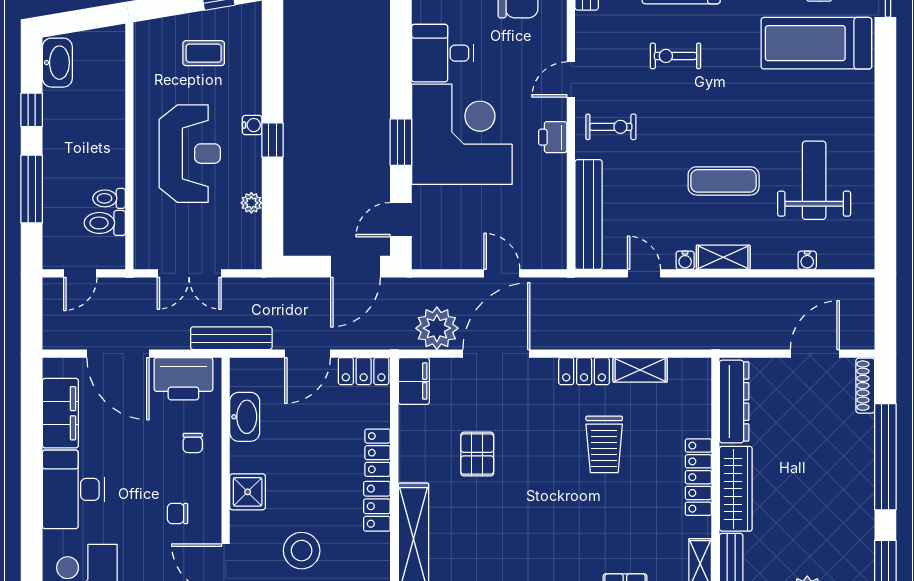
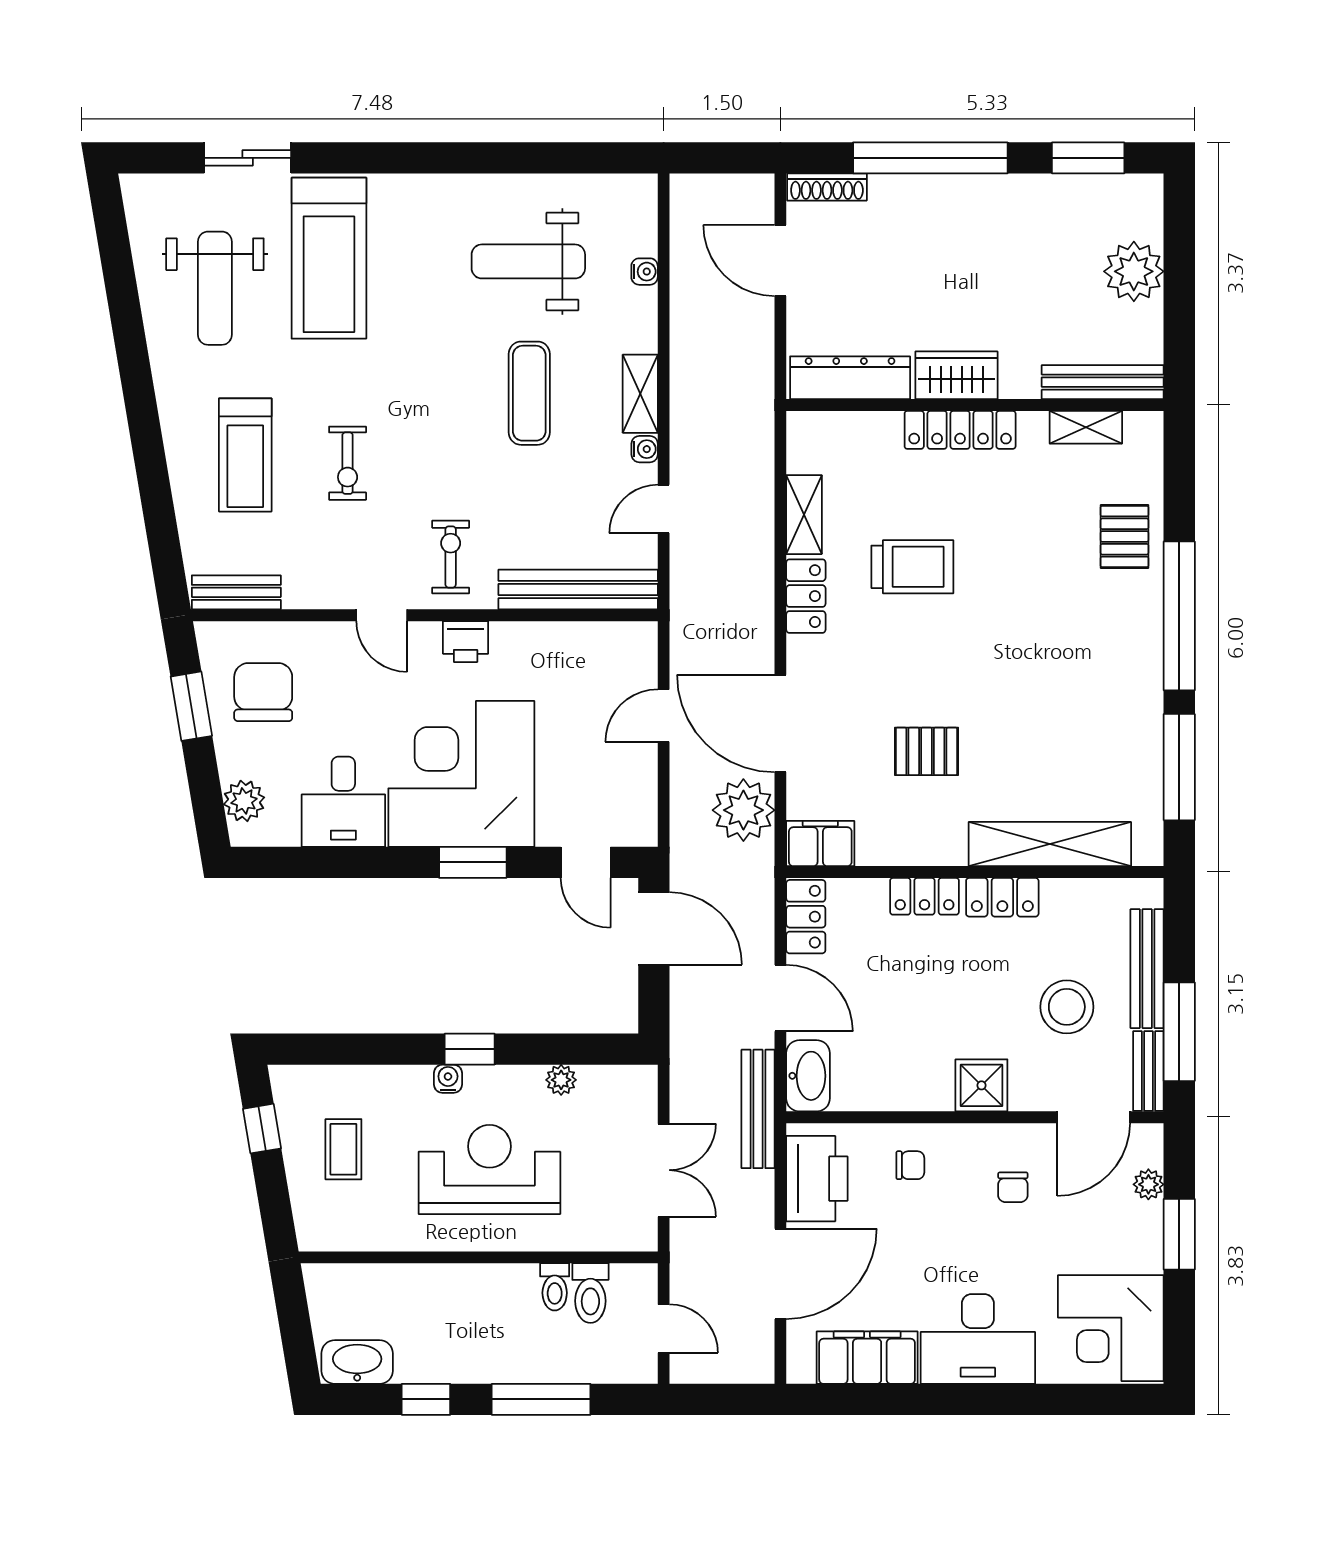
washbasin: (245, 417) -> (808, 1076), moved, turned 90
wardrobe: (736, 489) -> (956, 375), width x0.67

